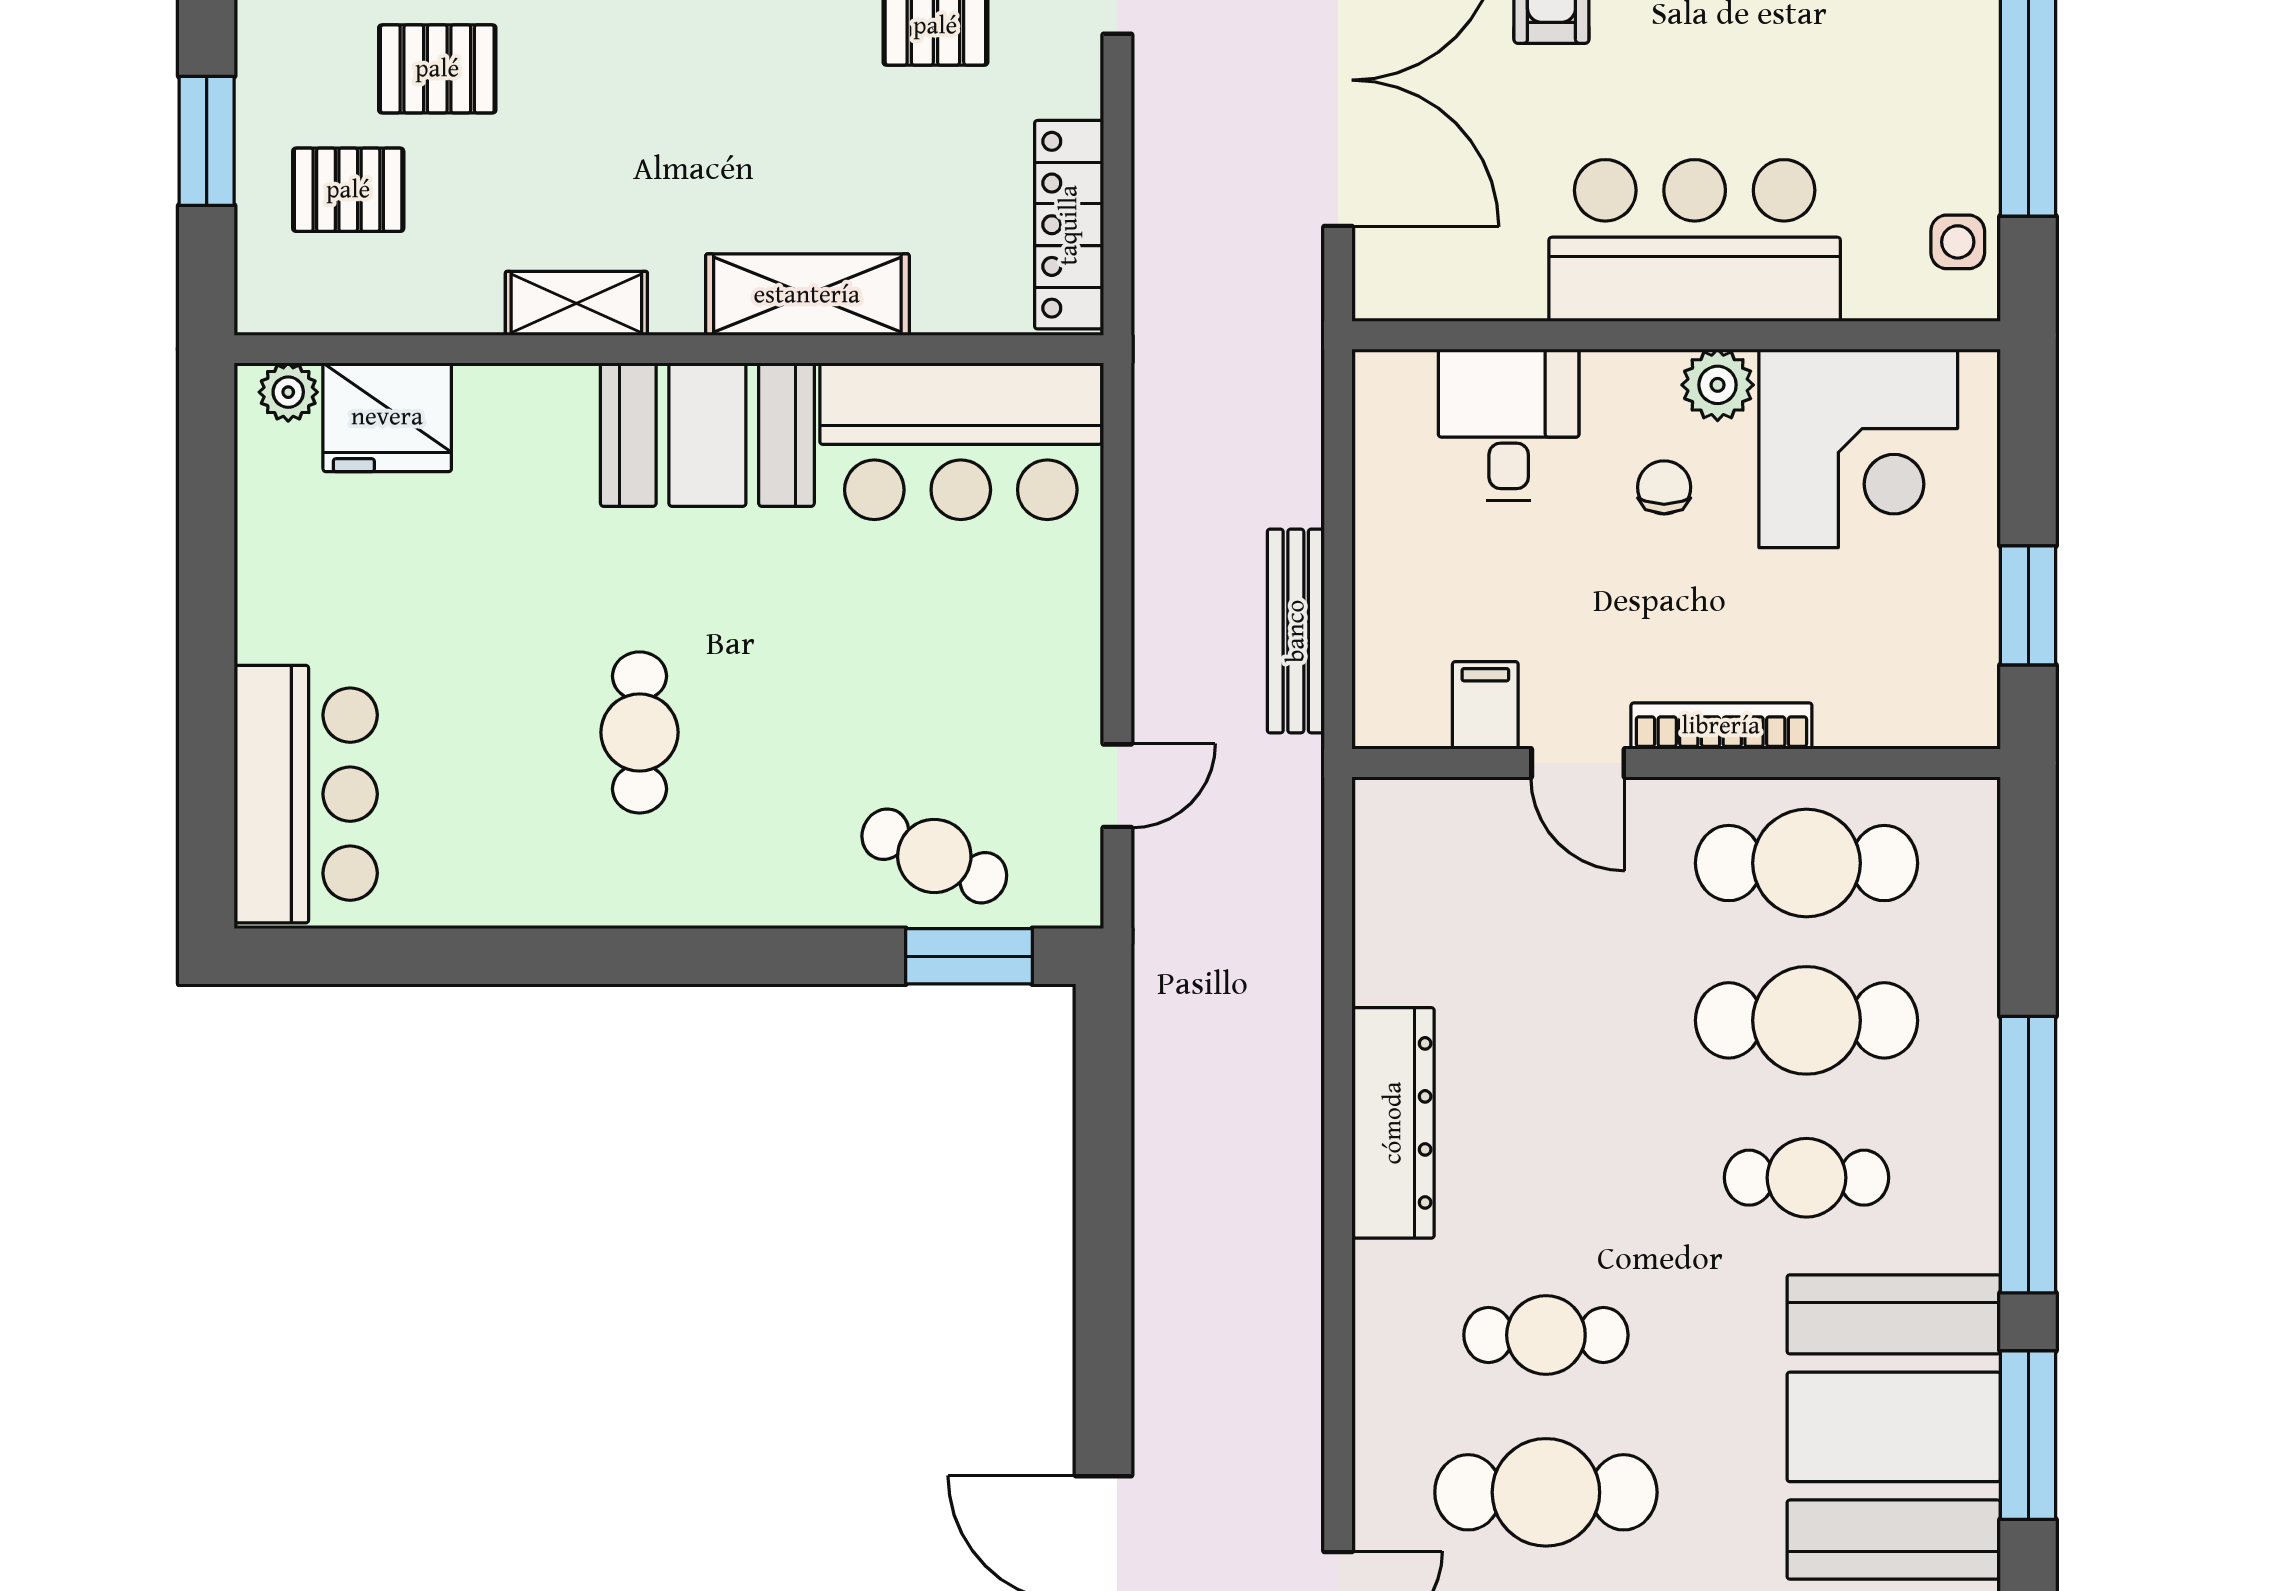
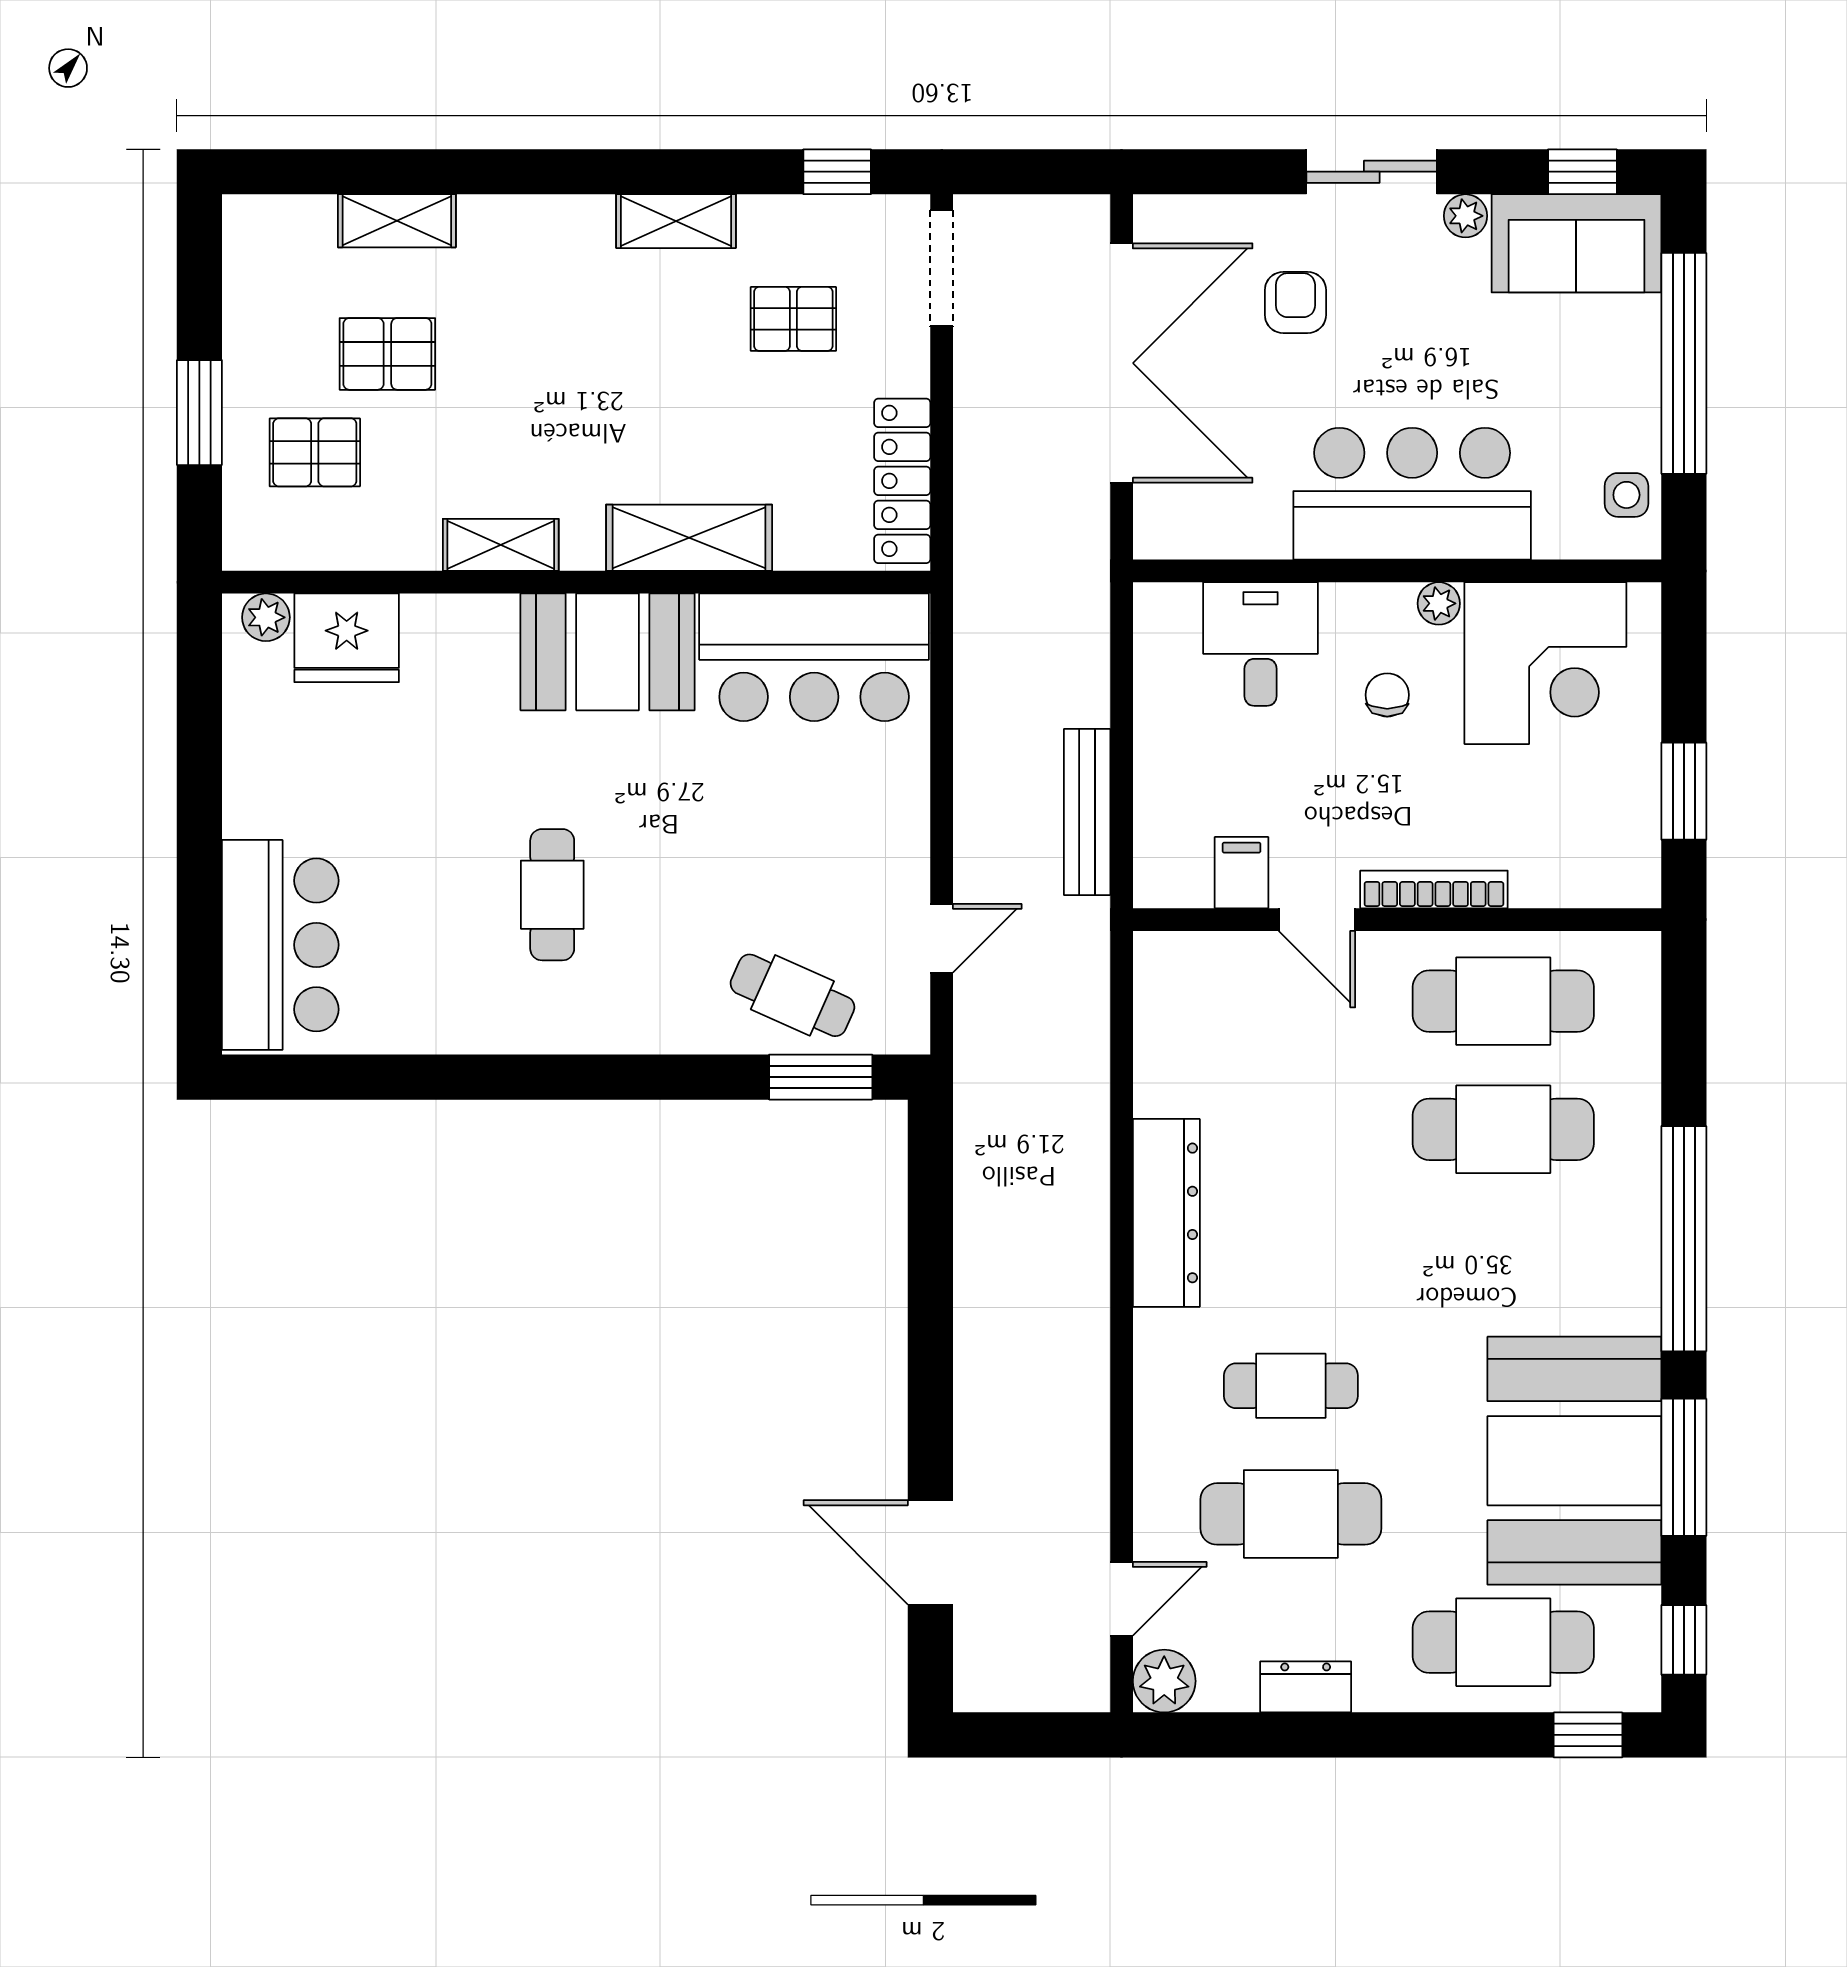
plant: (1718, 385) -> (1439, 603), width x0.73, depth x0.73
cafe table: (1806, 1178) -> (1503, 1258), removed

